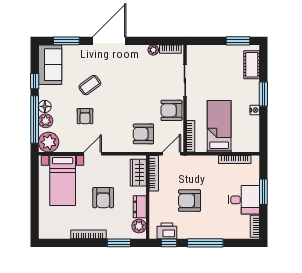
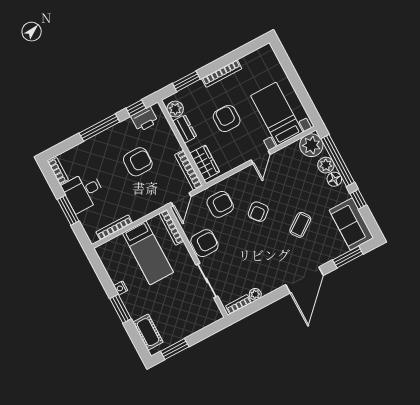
armchair: (85, 116) -> (258, 212), moved, turned -130

